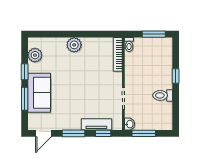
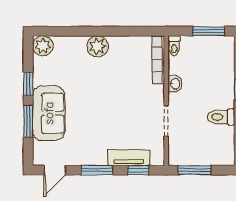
plant: (35, 55) -> (43, 46), moved
washbasin: (130, 124) -> (175, 84), moved

